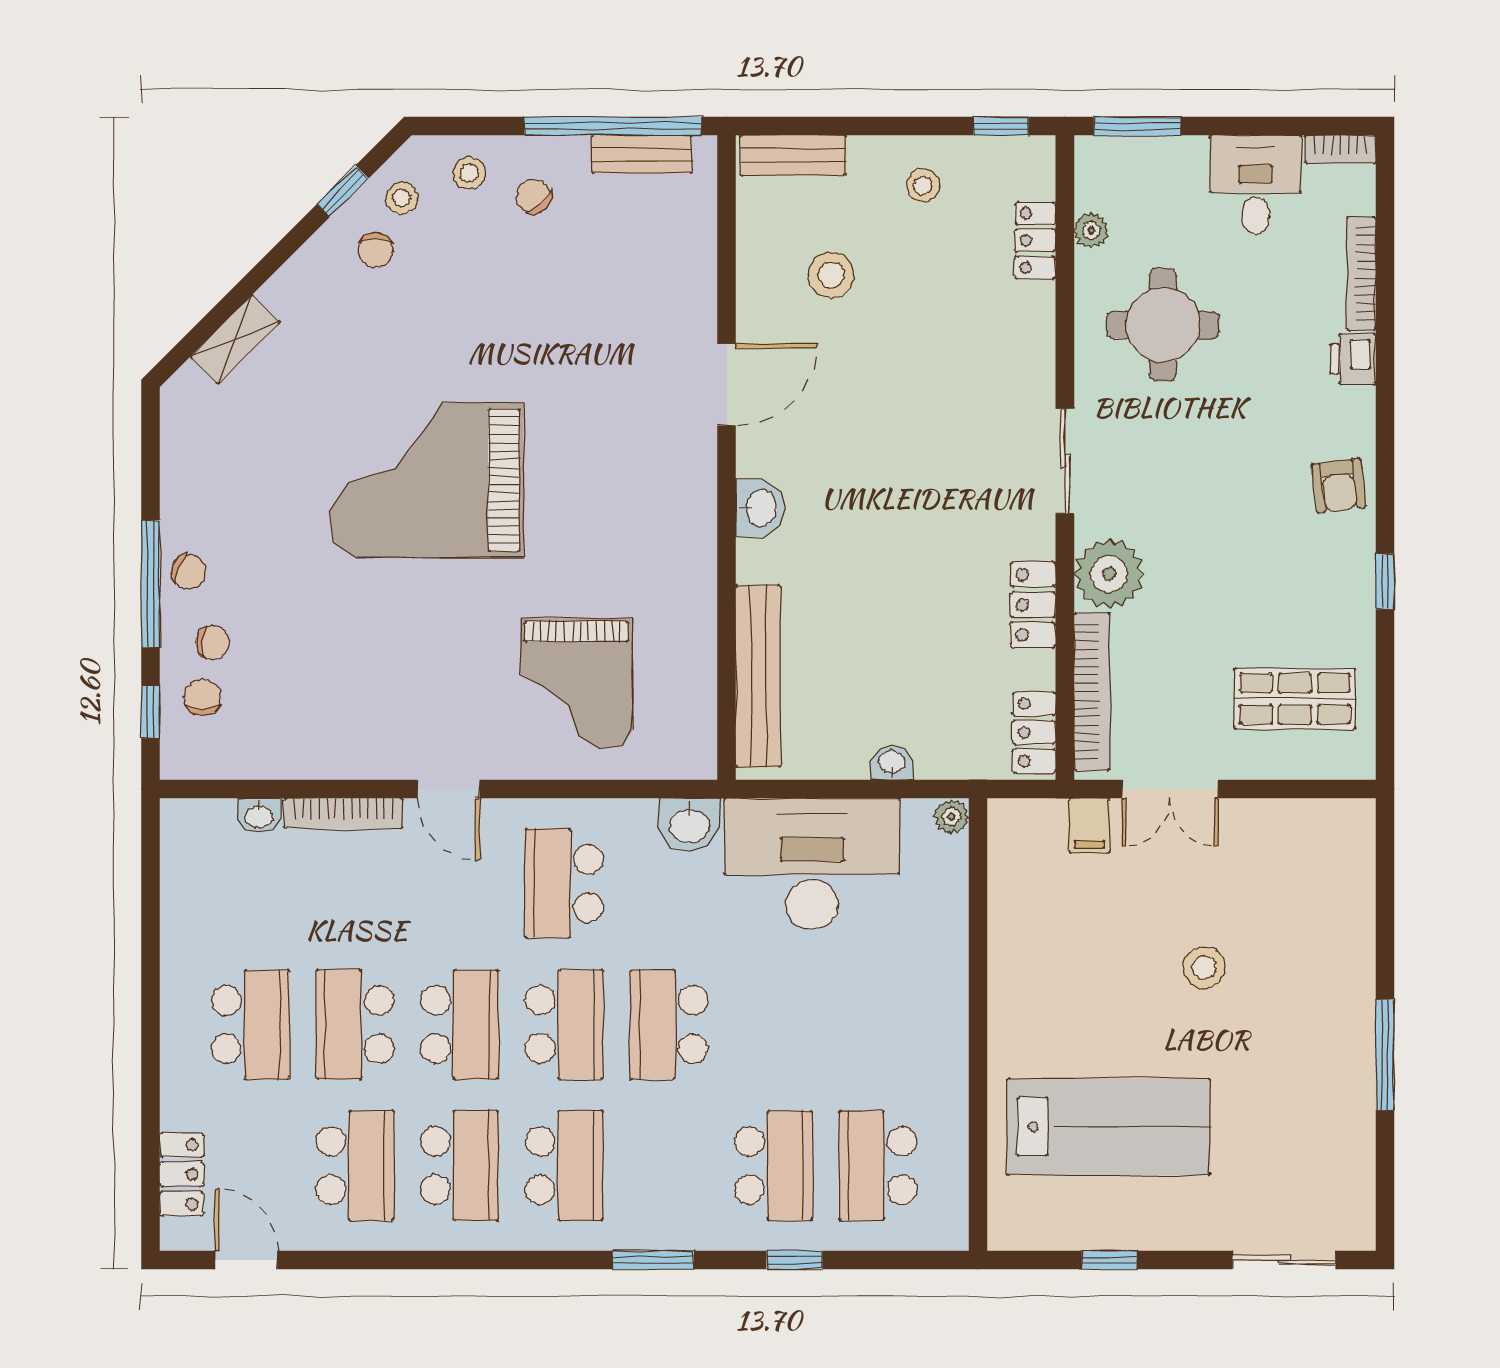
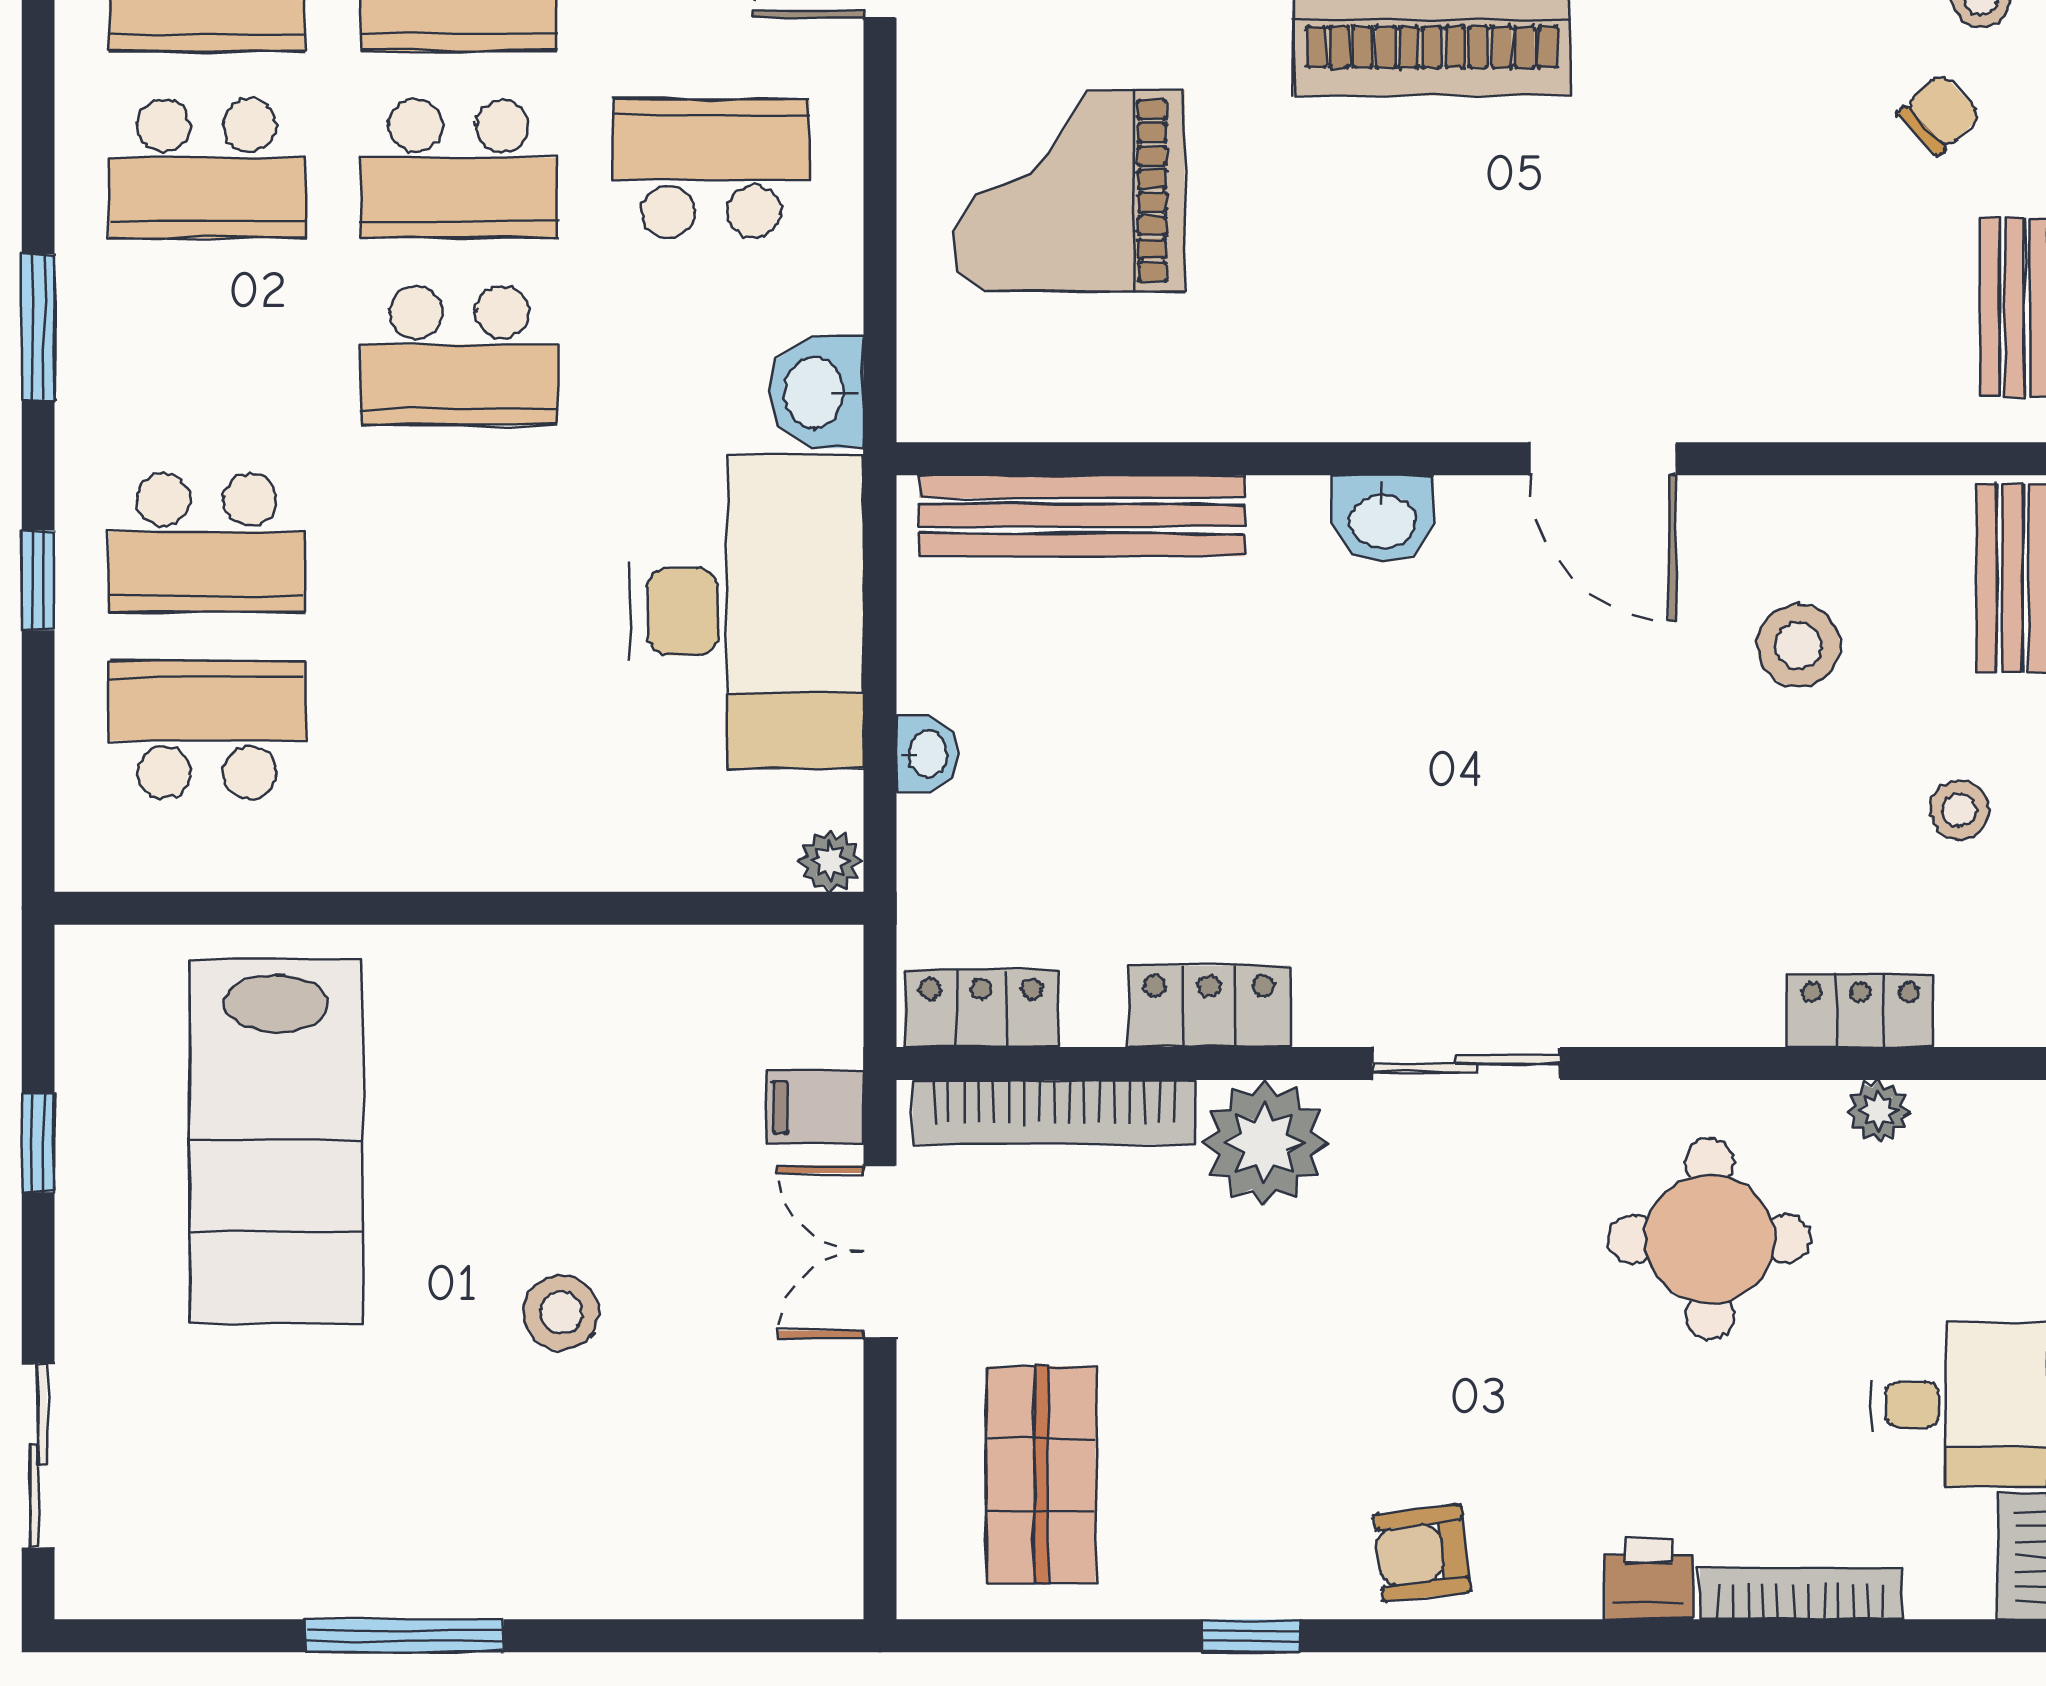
school desk: (669, 1024) -> (459, 356), turned 180

